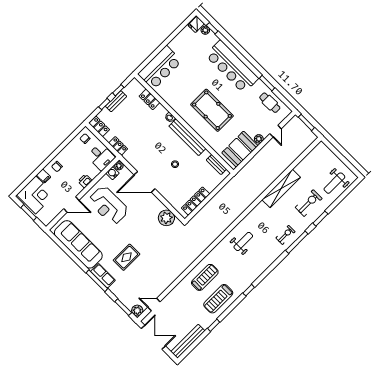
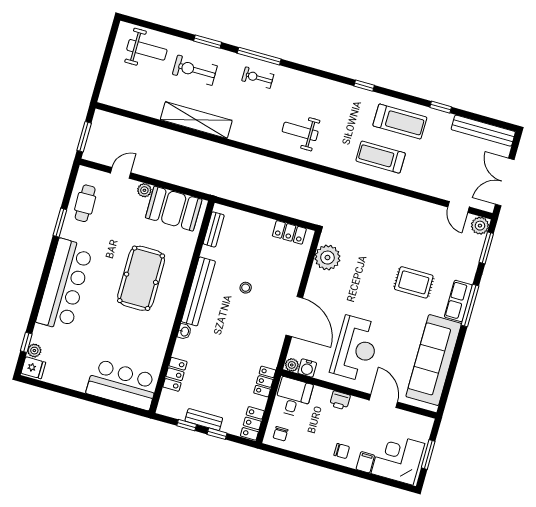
locker: (196, 201) -> (289, 232), width x0.66

